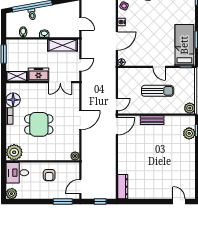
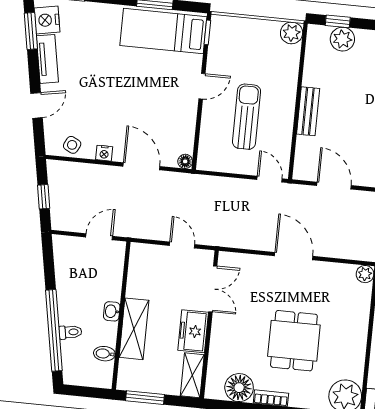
shelving: (62, 45) -> (134, 329), moved
sun lounger: (158, 91) -> (247, 117), moved
door: (117, 126) -> (334, 186), moved

